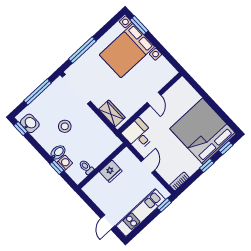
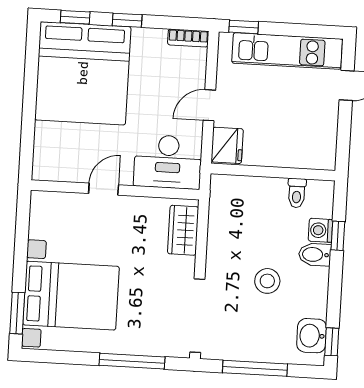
desk: (139, 135) -> (168, 162), width x1.37
fridge: (111, 171) -> (227, 145), moved, turned 90

